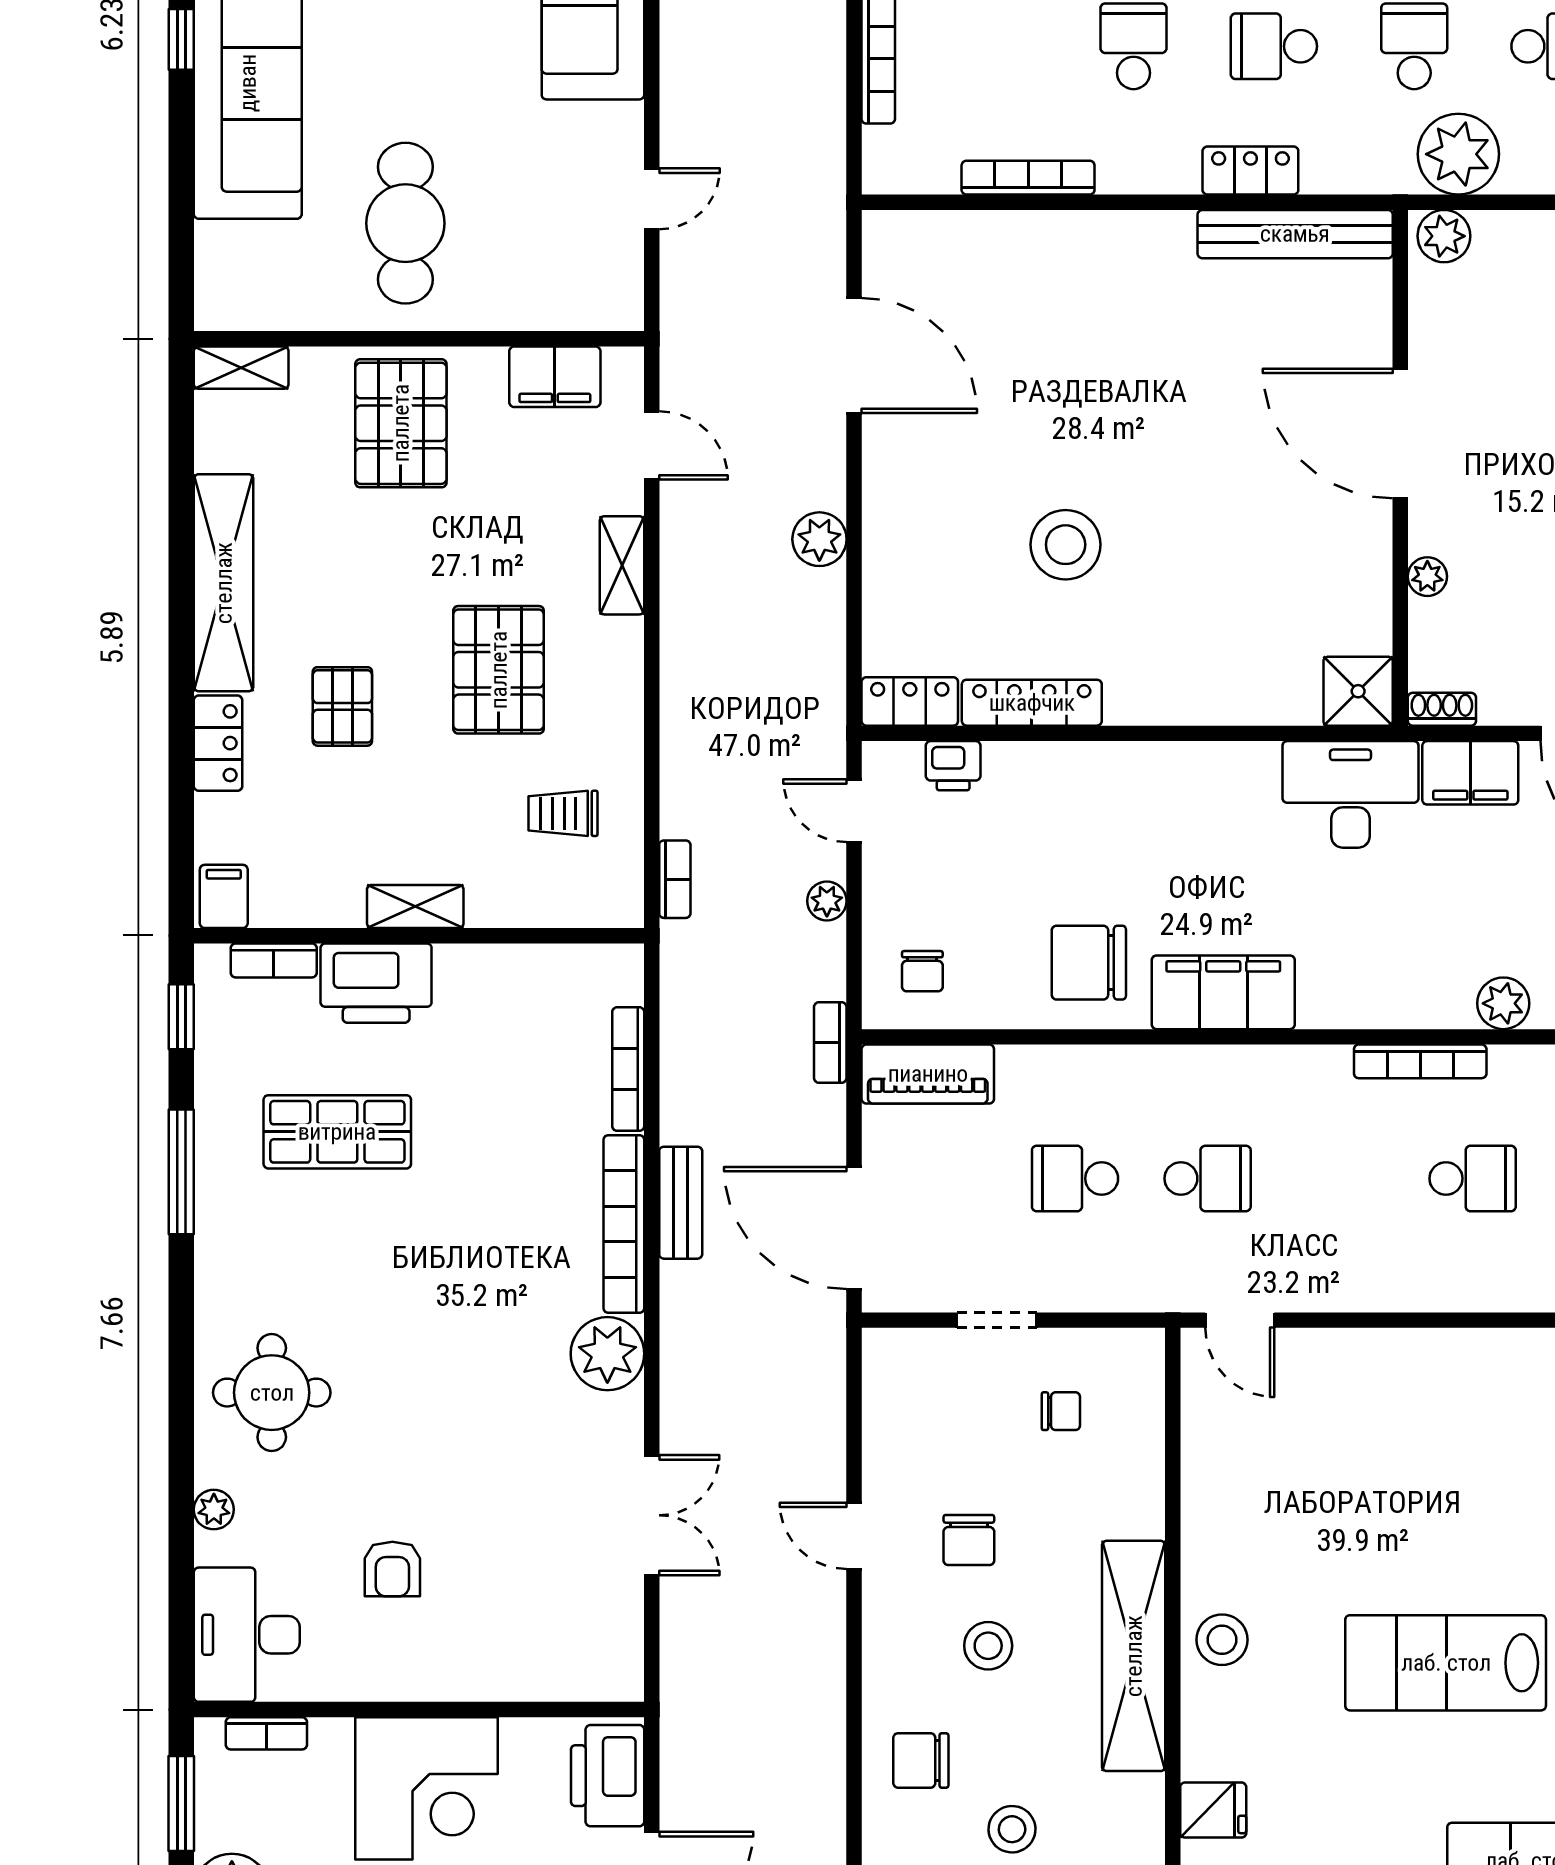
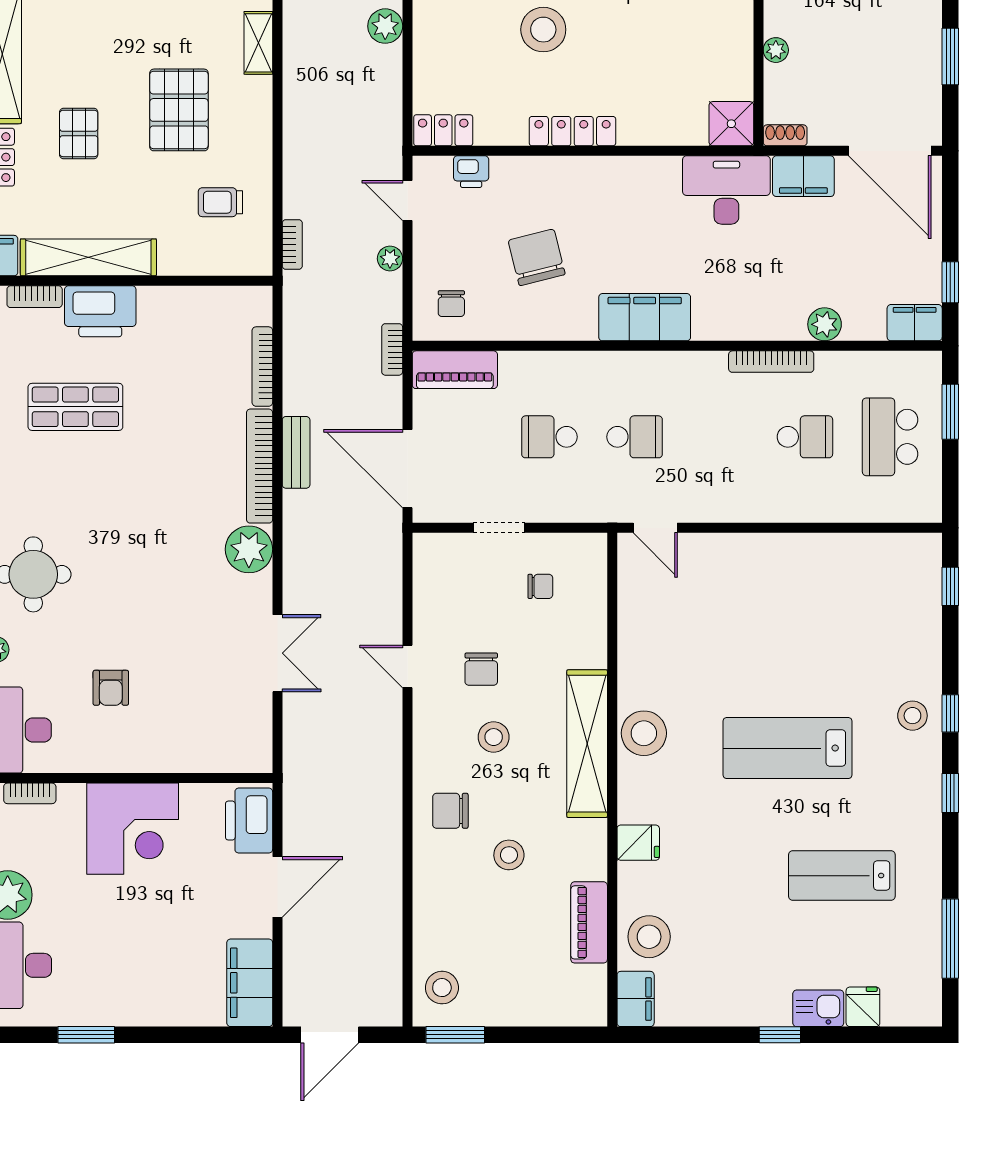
locker: (1032, 703) -> (572, 131), moved
shelving: (415, 906) -> (88, 257), width x2.20, depth x1.33
chair: (1089, 963) -> (537, 257), moved, turned 76
stool: (1222, 1640) -> (644, 733), width x1.38, depth x1.38

